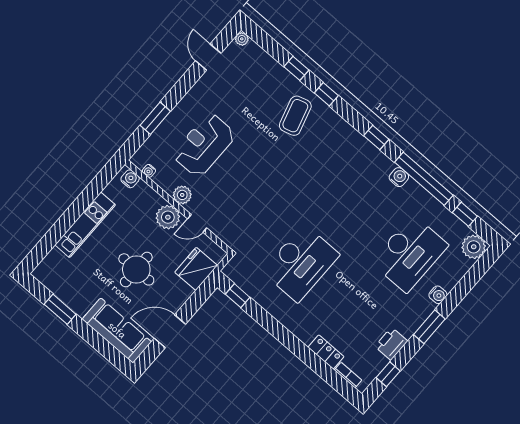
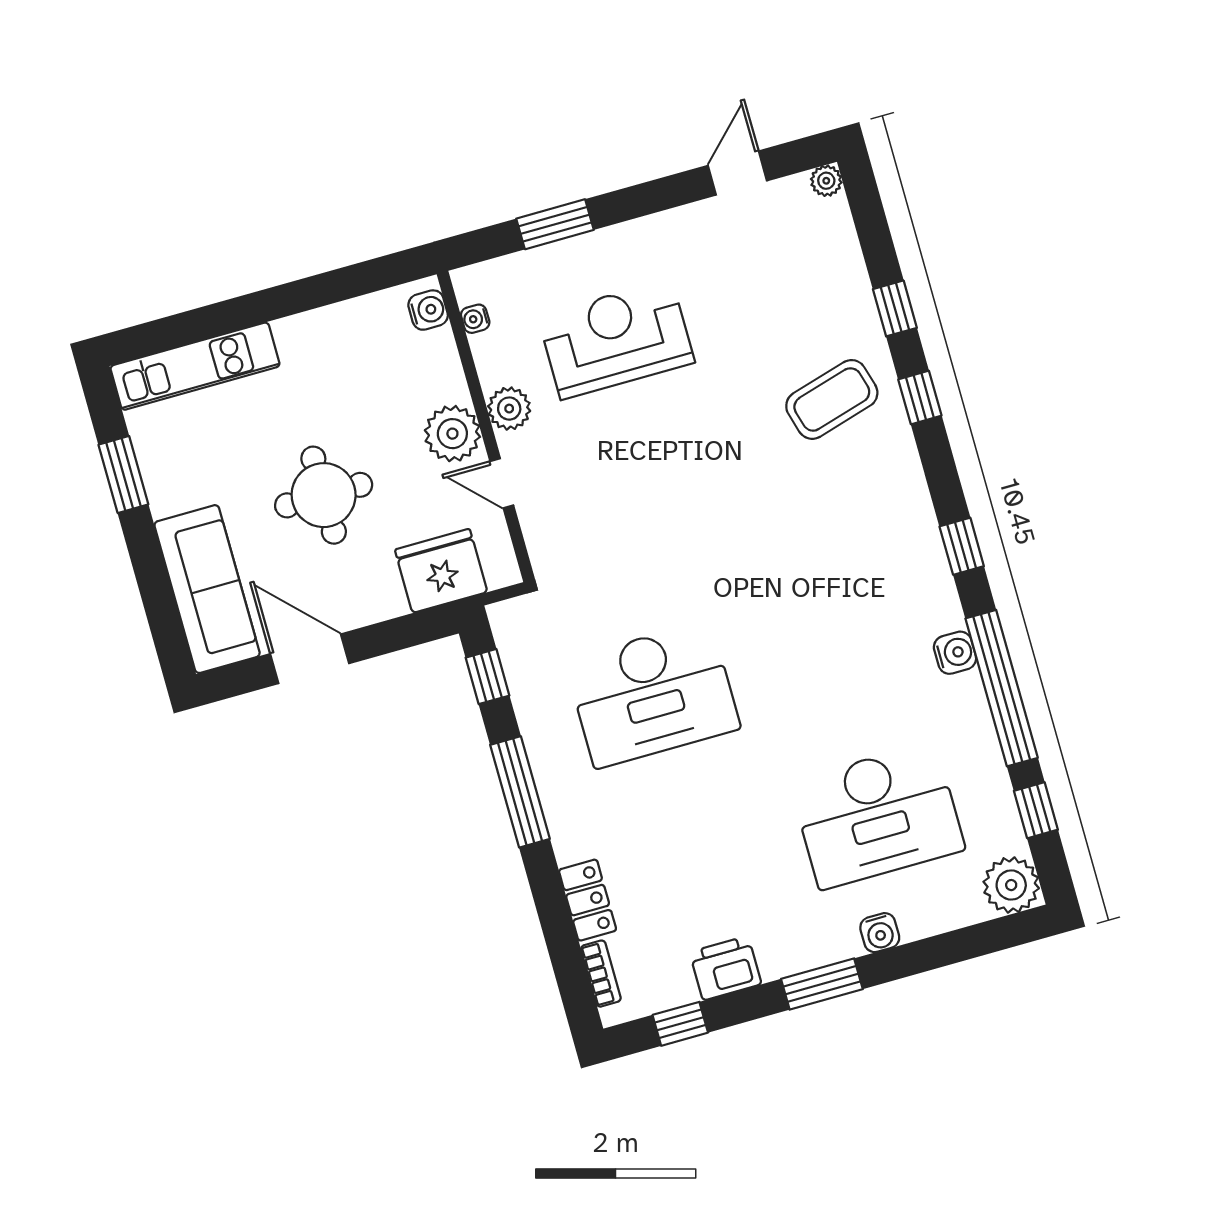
kitchen unit: (85, 225) -> (195, 366), moved
window: (276, 329) -> (520, 792), added

